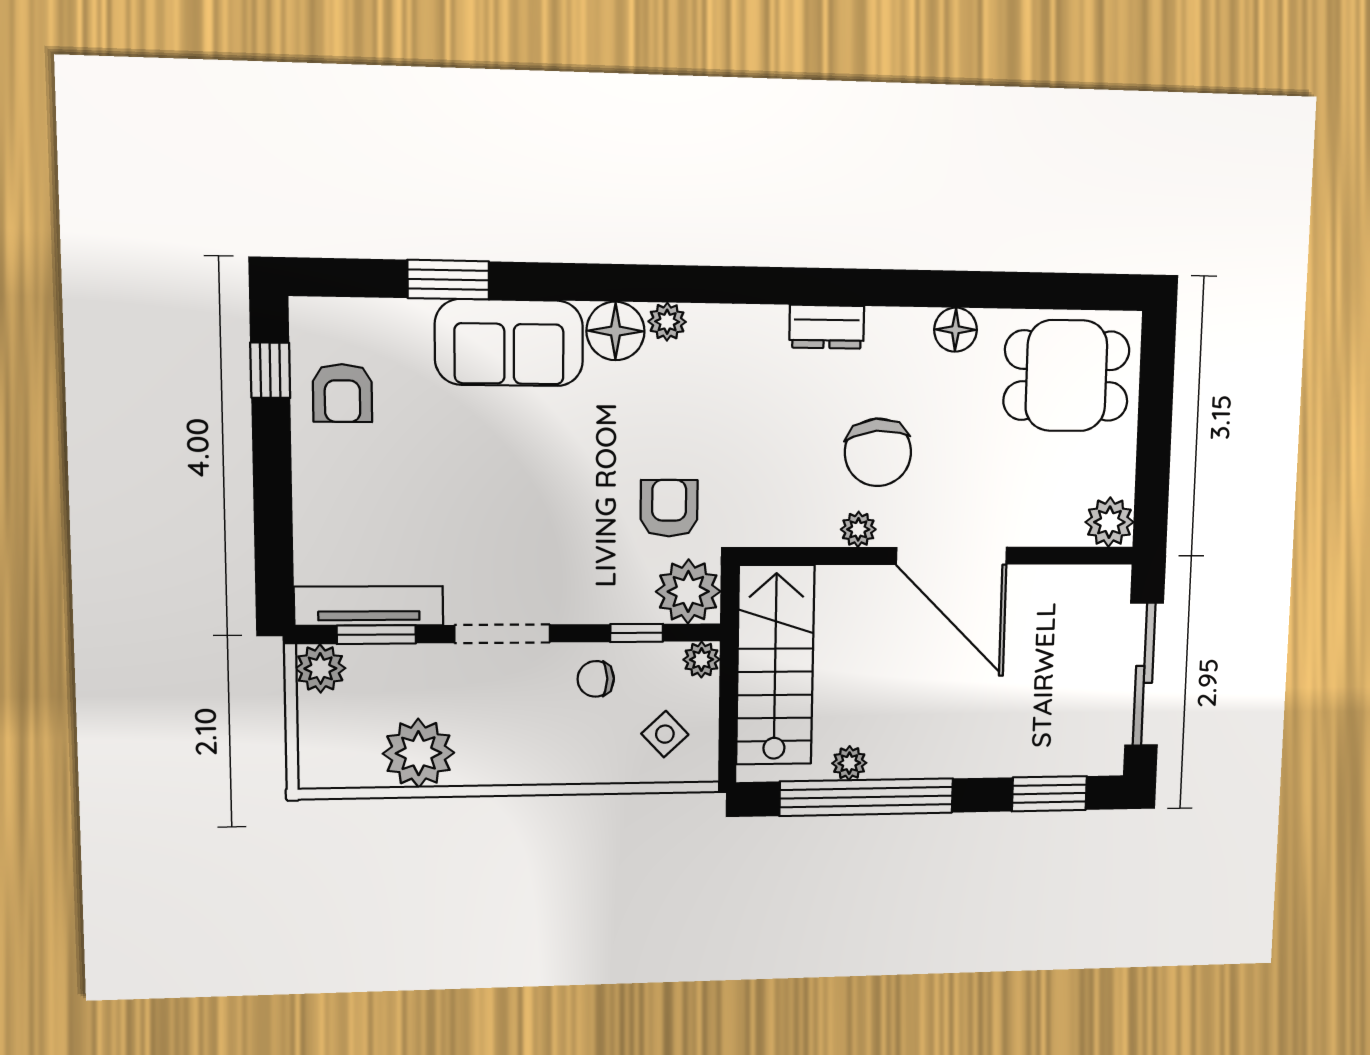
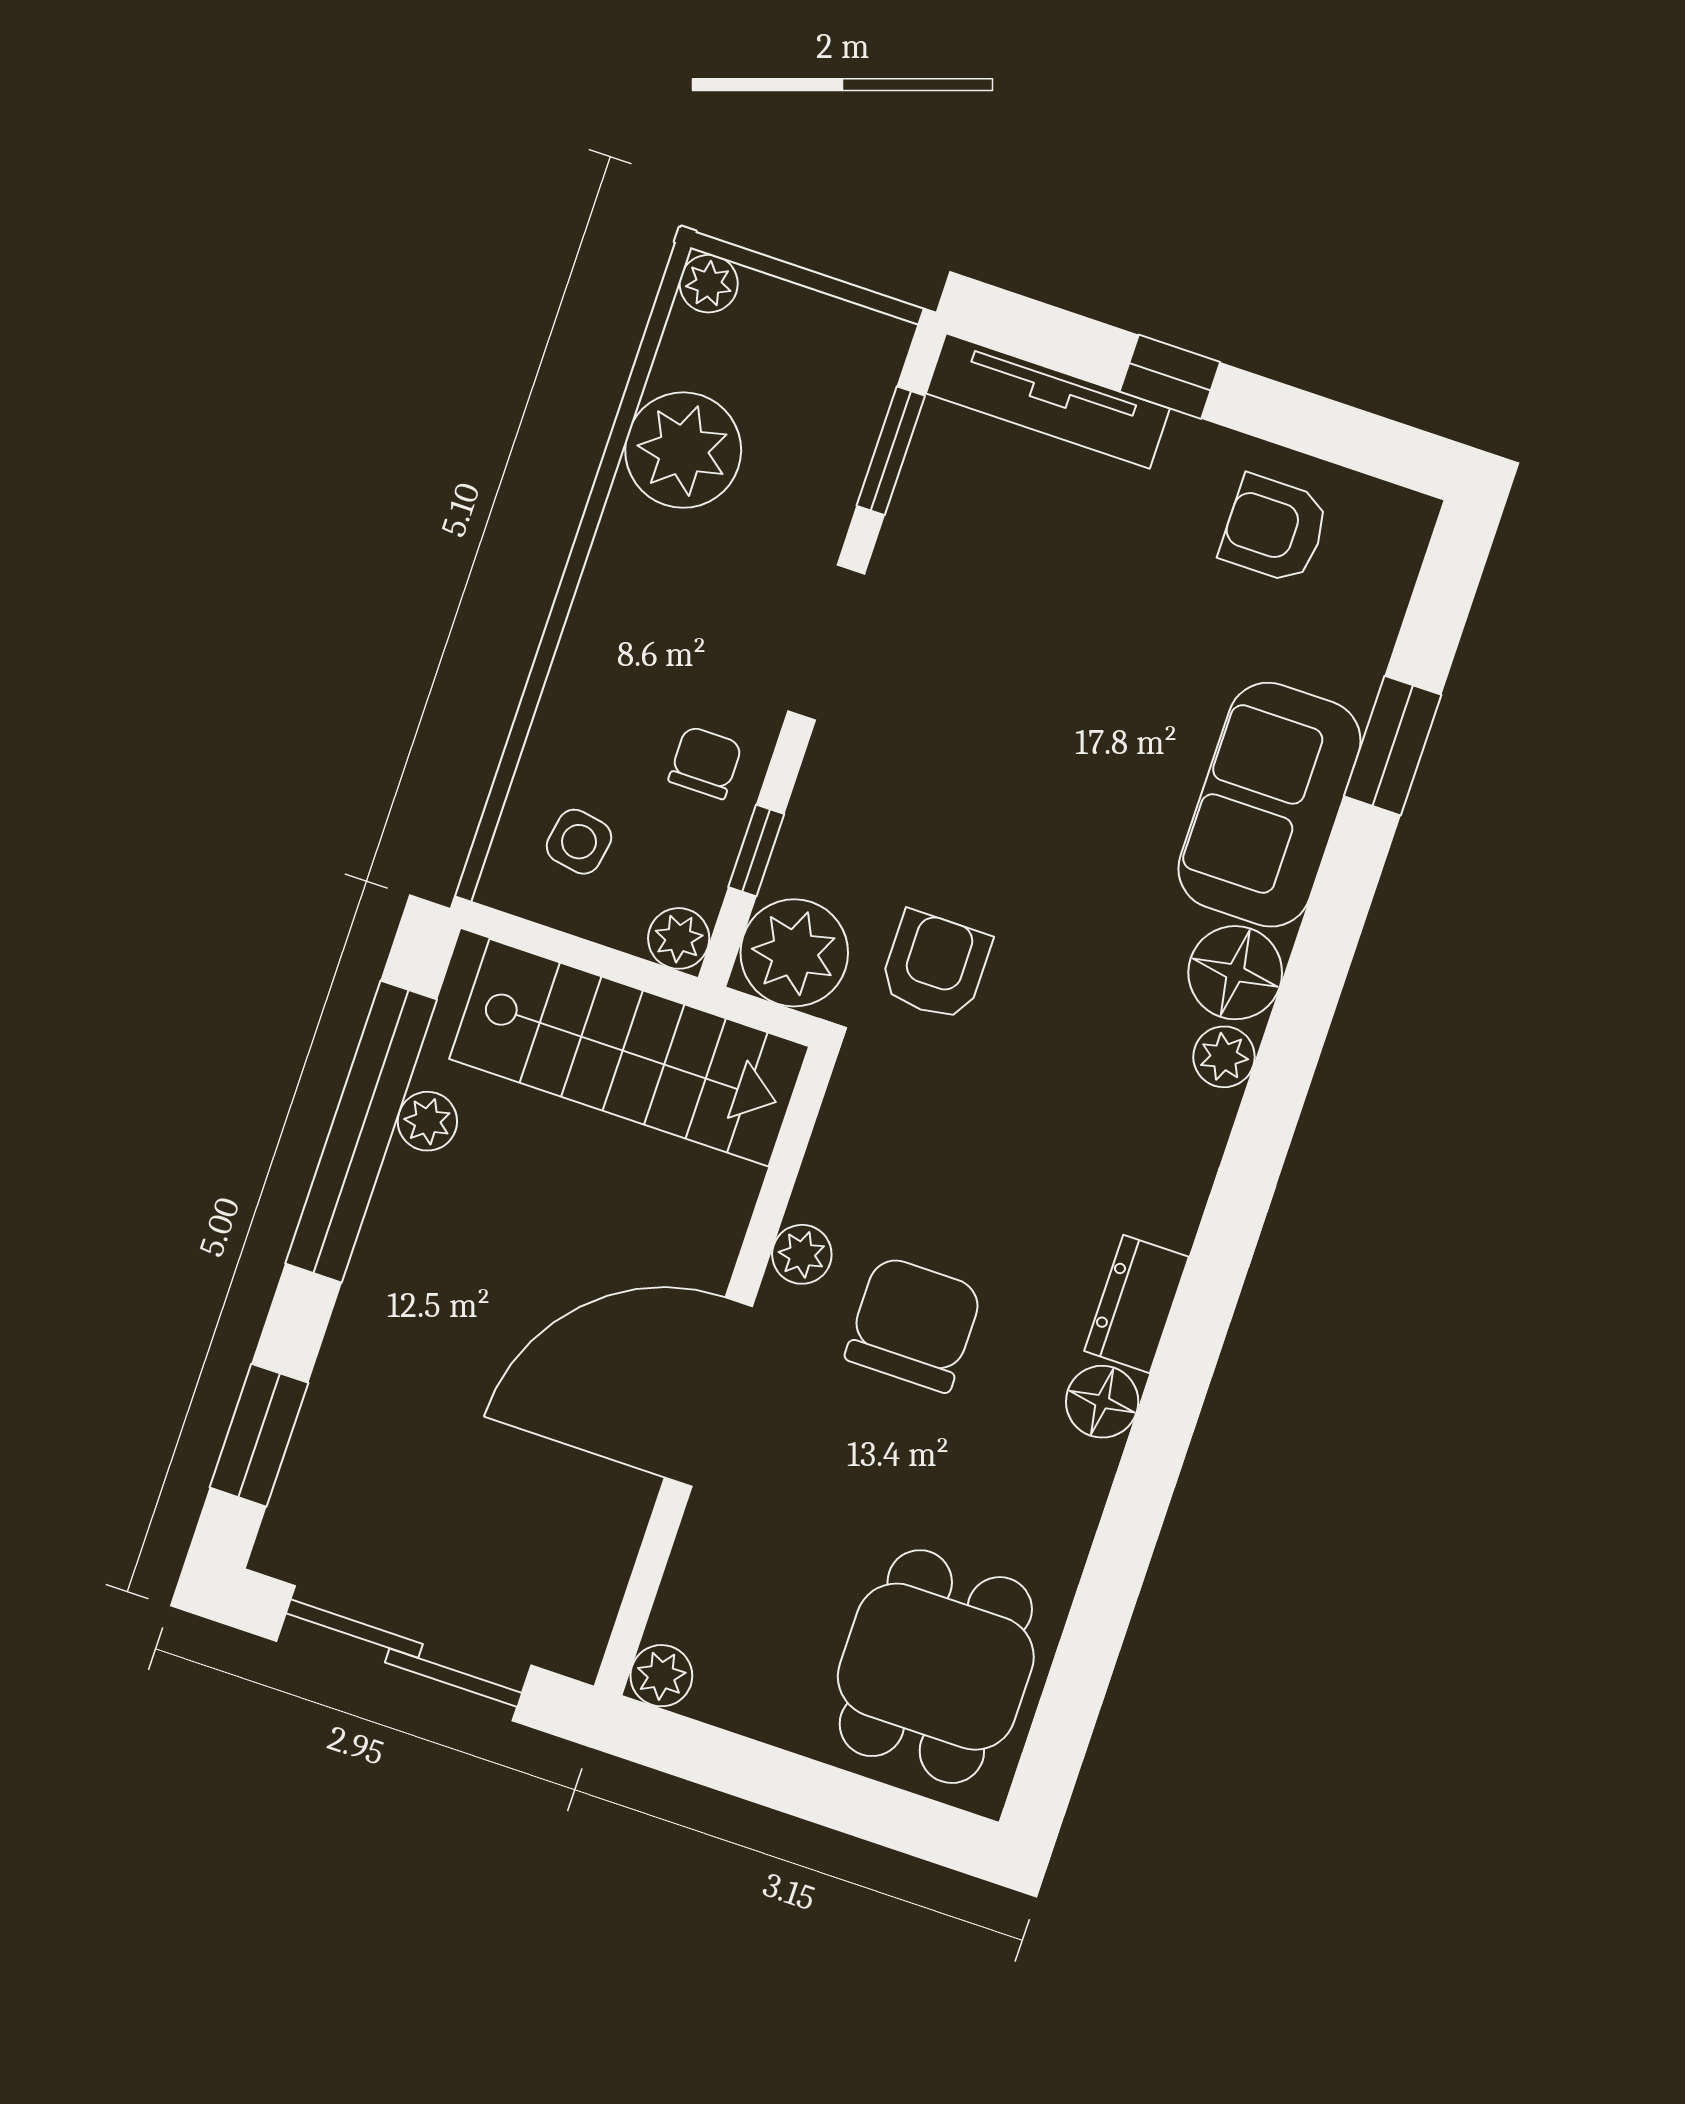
floor lamp: (955, 330) -> (1102, 1402), moved
window: (270, 370) -> (1170, 377), moved
chair: (878, 452) -> (914, 1324), turned 95
armchair: (669, 508) -> (935, 966), turned -90
plant: (1109, 522) -> (661, 1676), width x0.73, depth x0.73
tv unit: (369, 606) -> (1048, 401), moved, turned 90
plant: (320, 668) -> (709, 284), moved, width x0.73, depth x0.73
side table: (665, 734) -> (579, 842), turned -37

